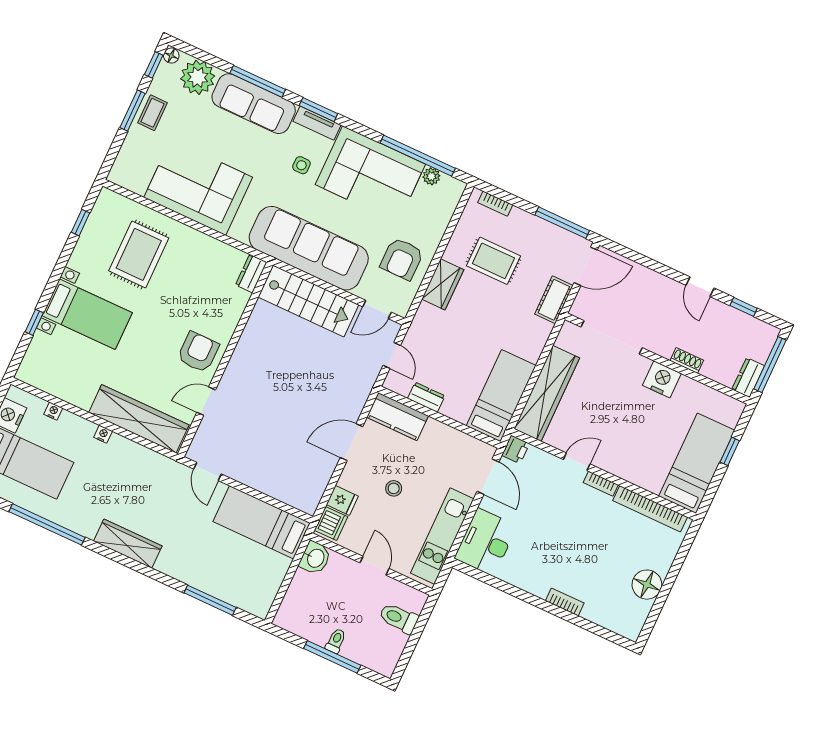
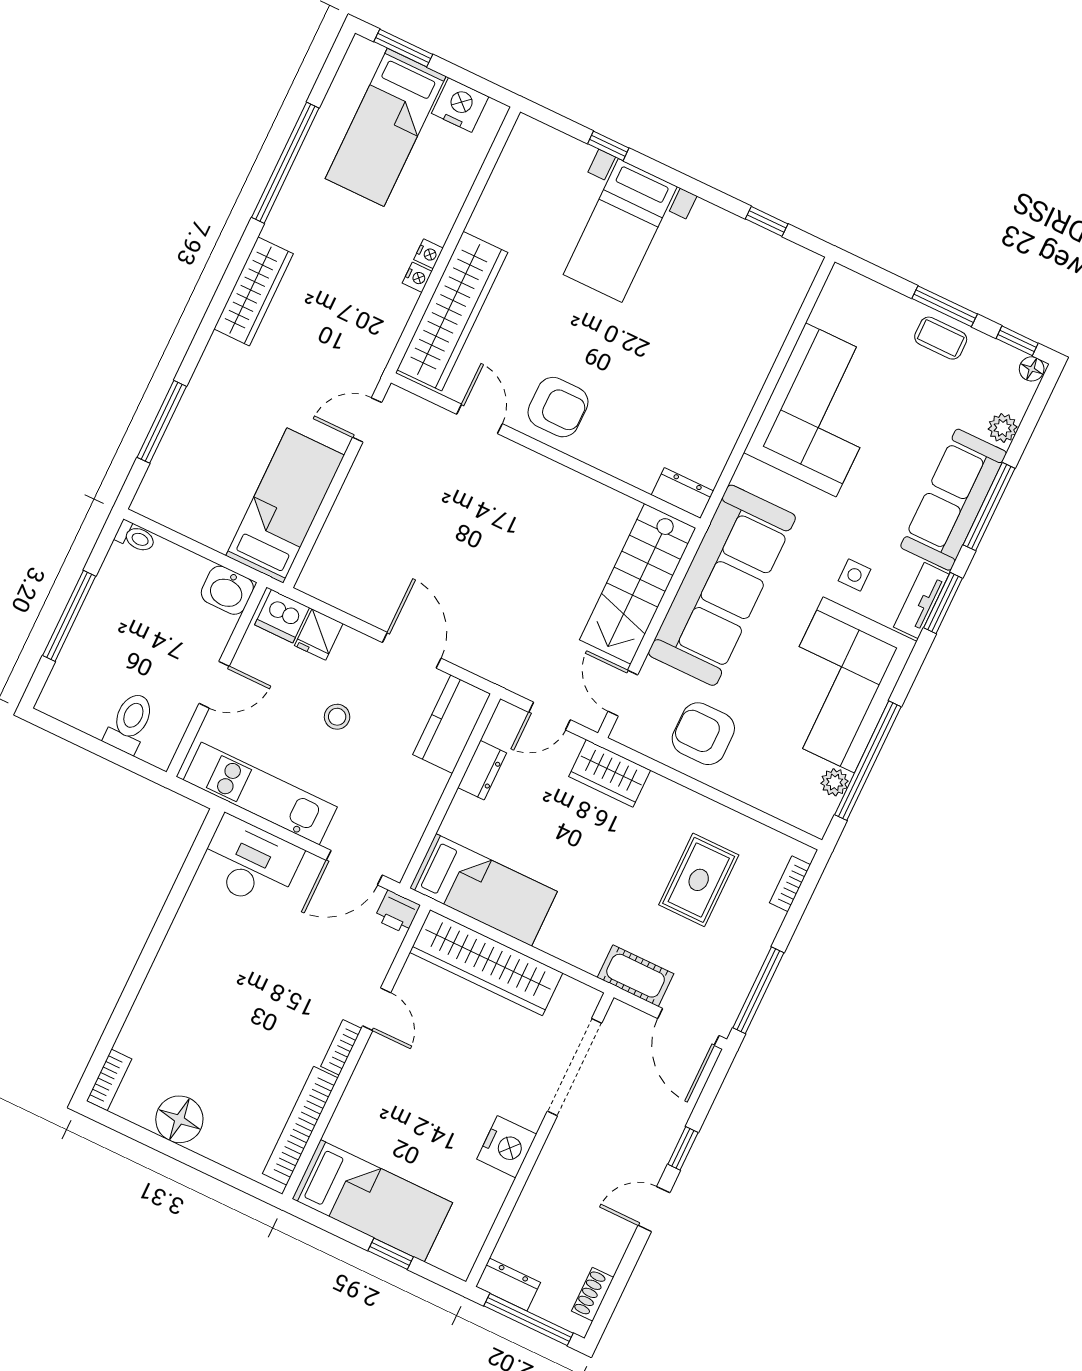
plant: (198, 77) -> (1003, 428), width x0.53, depth x0.53
rug: (139, 254) -> (715, 314), removed
wardrobe: (443, 284) -> (610, 773), moved
window: (744, 307) -> (683, 1148), moved
shoe rack: (687, 361) -> (593, 1294), moved, turned 180
nightstand: (53, 411) -> (417, 277), moved
bookcase: (565, 602) -> (109, 1080), moved
toilet: (336, 641) -> (135, 537), moved

